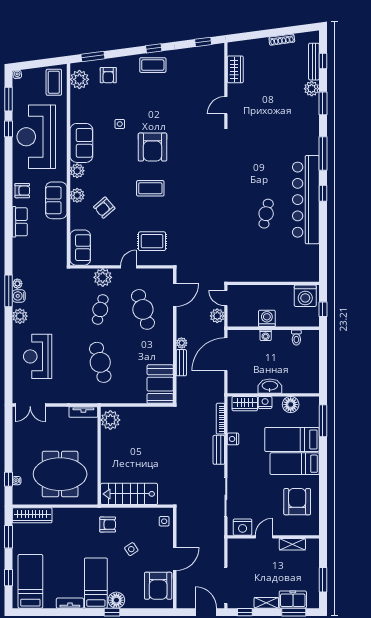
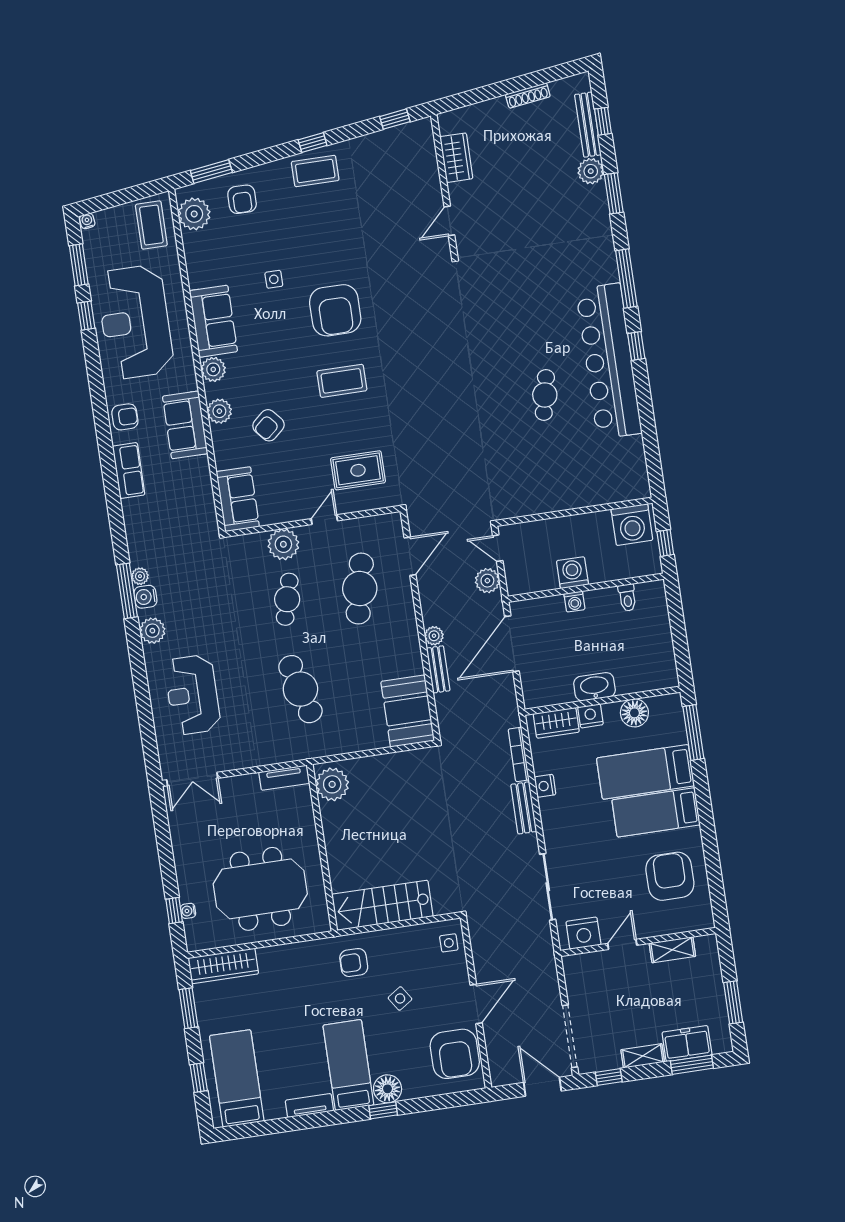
cafe table: (143, 309) -> (360, 589), turned 30
armchair: (108, 524) -> (354, 963), turned 180

